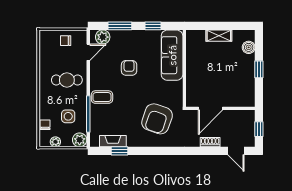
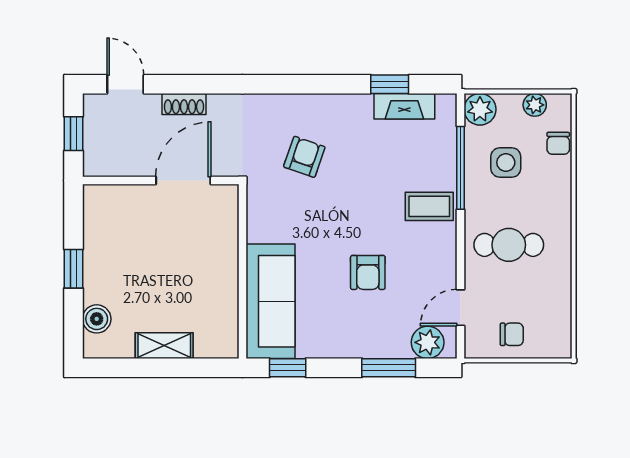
window: (153, 26) -> (288, 368), moved
armchair: (157, 119) -> (304, 157), width x0.53, depth x0.53

